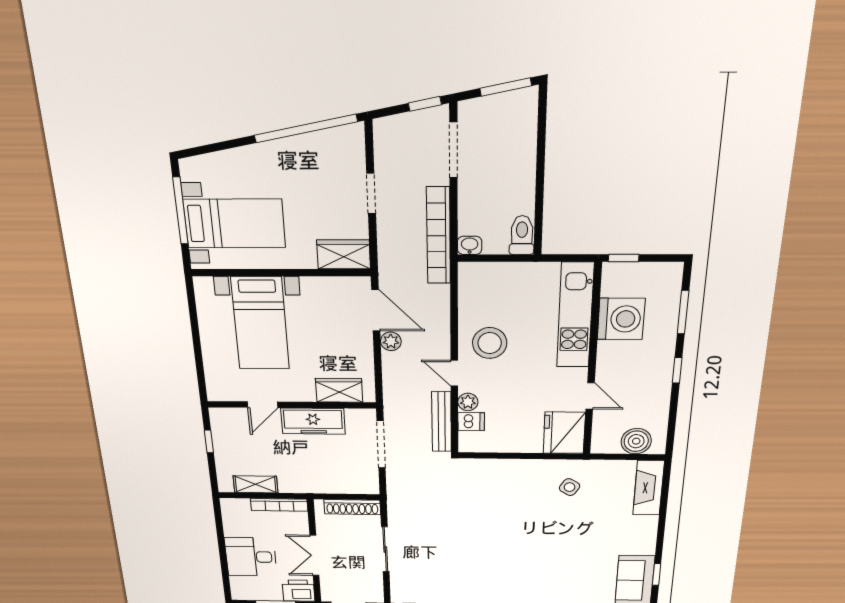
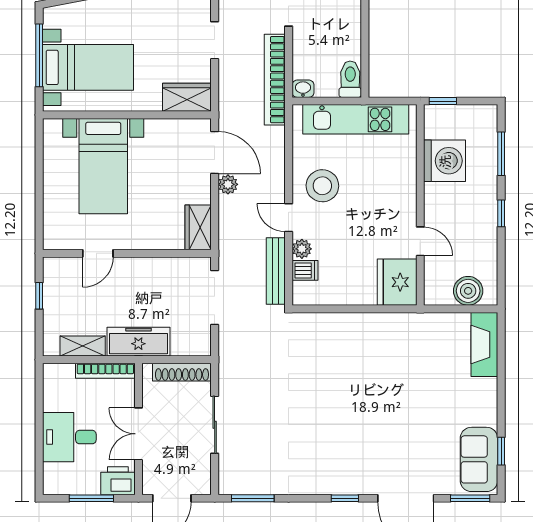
kitchen unit: (575, 315) -> (356, 119), moved, turned -90
wardrobe: (339, 390) -> (198, 227), moved, turned -90
freezer: (313, 421) -> (138, 342), moved, turned 180
side table: (570, 487) -> (405, 345), removed

